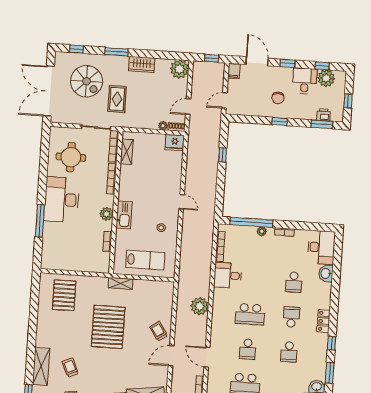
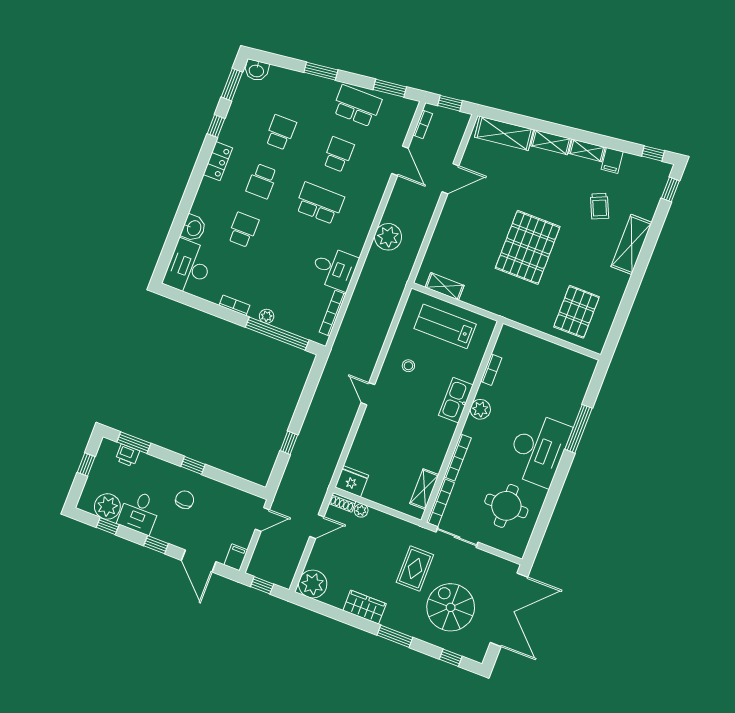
shelving: (121, 283) -> (445, 286), moved
trolley: (159, 331) -> (458, 219), removed
shelving: (41, 366) -> (631, 244), moved

